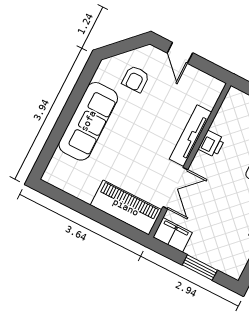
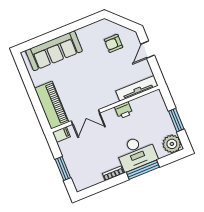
sofa: (88, 121) -> (54, 51), moved
tv unit: (190, 136) -> (137, 88), moved
filing cabinet: (173, 235) -> (61, 135), width x0.50

